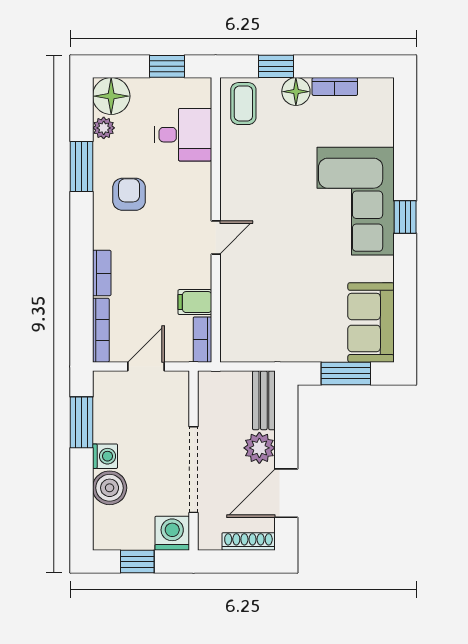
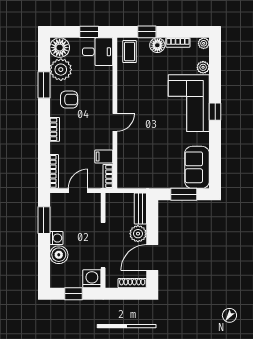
plant: (384, 88) -> (204, 43), added
plant: (104, 128) -> (61, 70), width x1.88, depth x1.88
plant: (382, 133) -> (203, 67), added
desk: (183, 135) -> (98, 52), moved
armchair: (129, 194) -> (69, 100), turned 90
bookcase: (102, 273) -> (55, 129), moved

